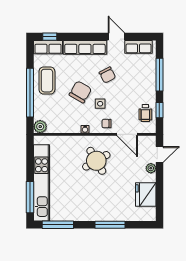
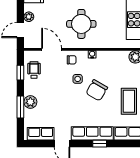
window: (50, 37) -> (100, 144), moved
chair: (107, 75) -> (71, 107), removed
window: (159, 75) -> (20, 107), width x0.69
plant: (149, 80) -> (30, 102), added
round table: (96, 161) -> (81, 24), turned 30

